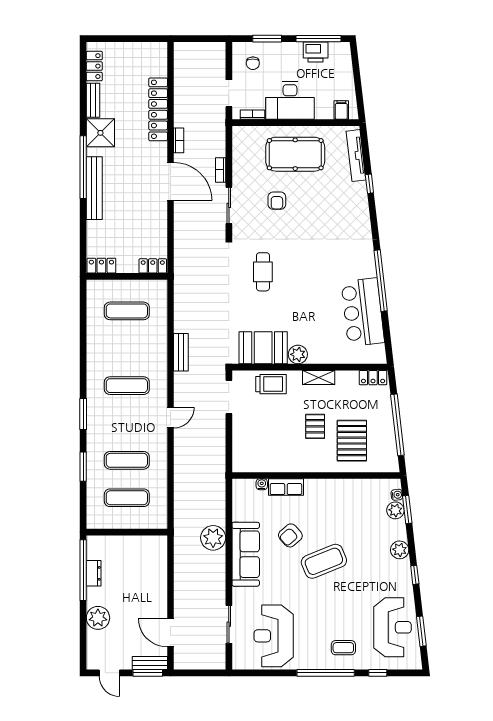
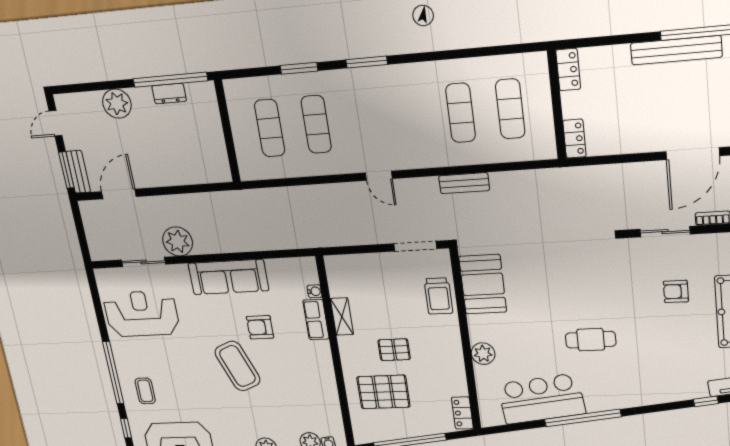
cafe table: (263, 272) -> (591, 340), moved
plant: (298, 354) -> (483, 354), moved
shelving: (319, 378) -> (342, 316), moved
exercise mat: (127, 386) -> (461, 113), moved
armchair: (290, 535) -> (260, 327), turned -49
plant: (213, 538) -> (178, 241), moved

